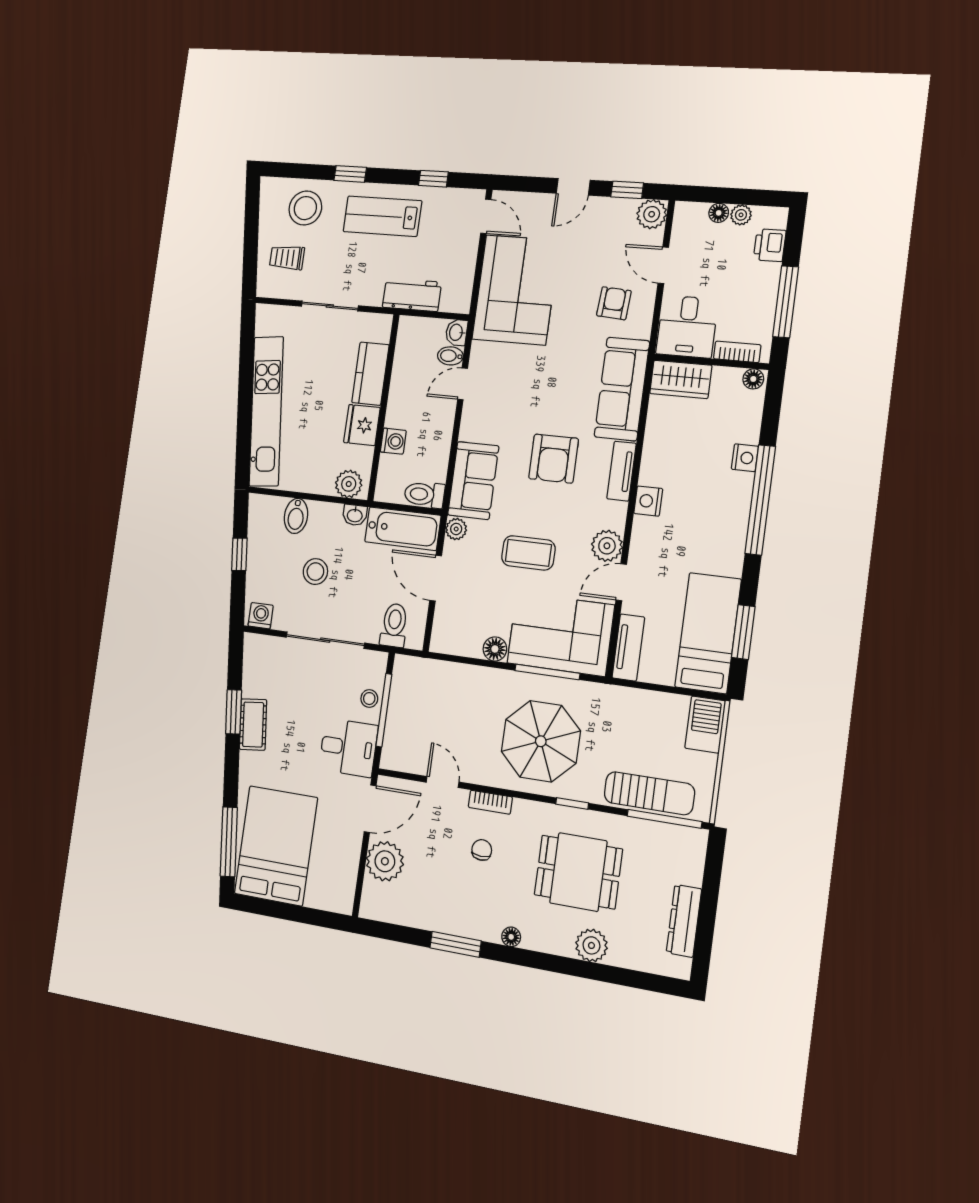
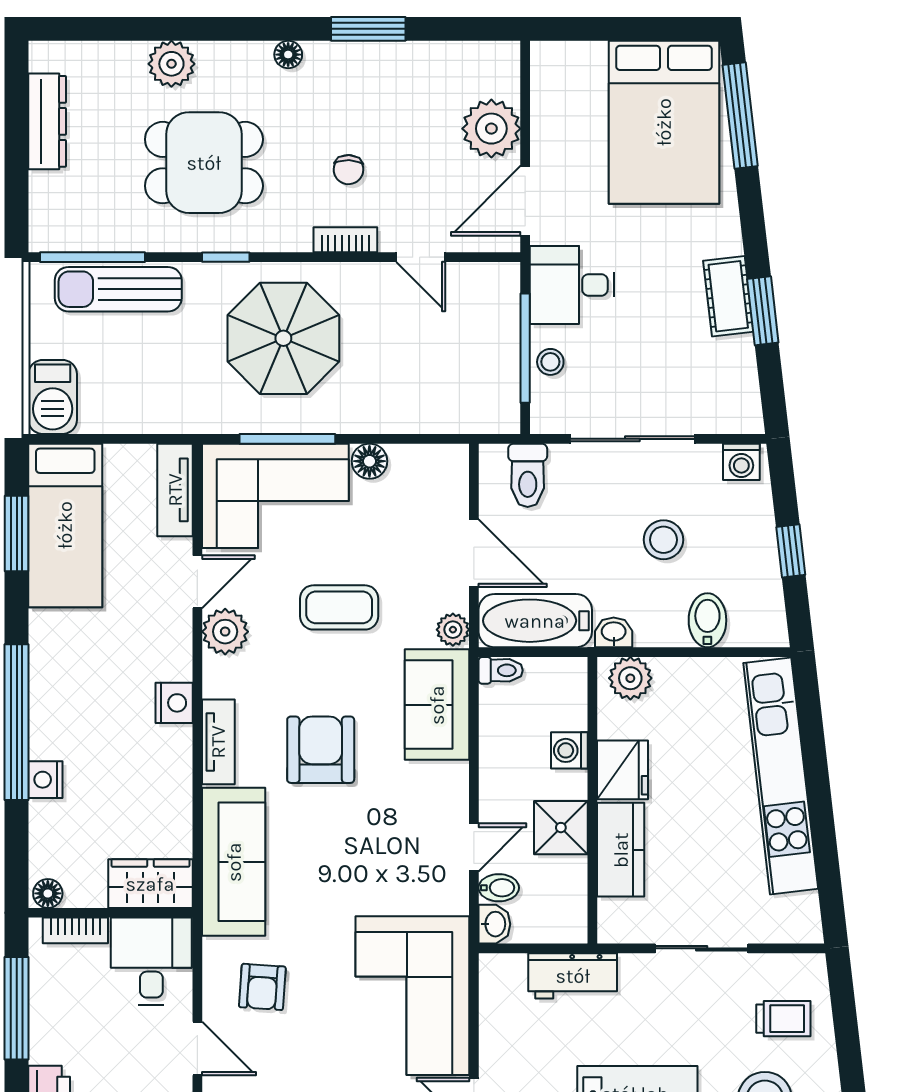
shower: (406, 391) -> (561, 828), added
toilet: (424, 495) -> (501, 670), width x0.73, depth x0.72

